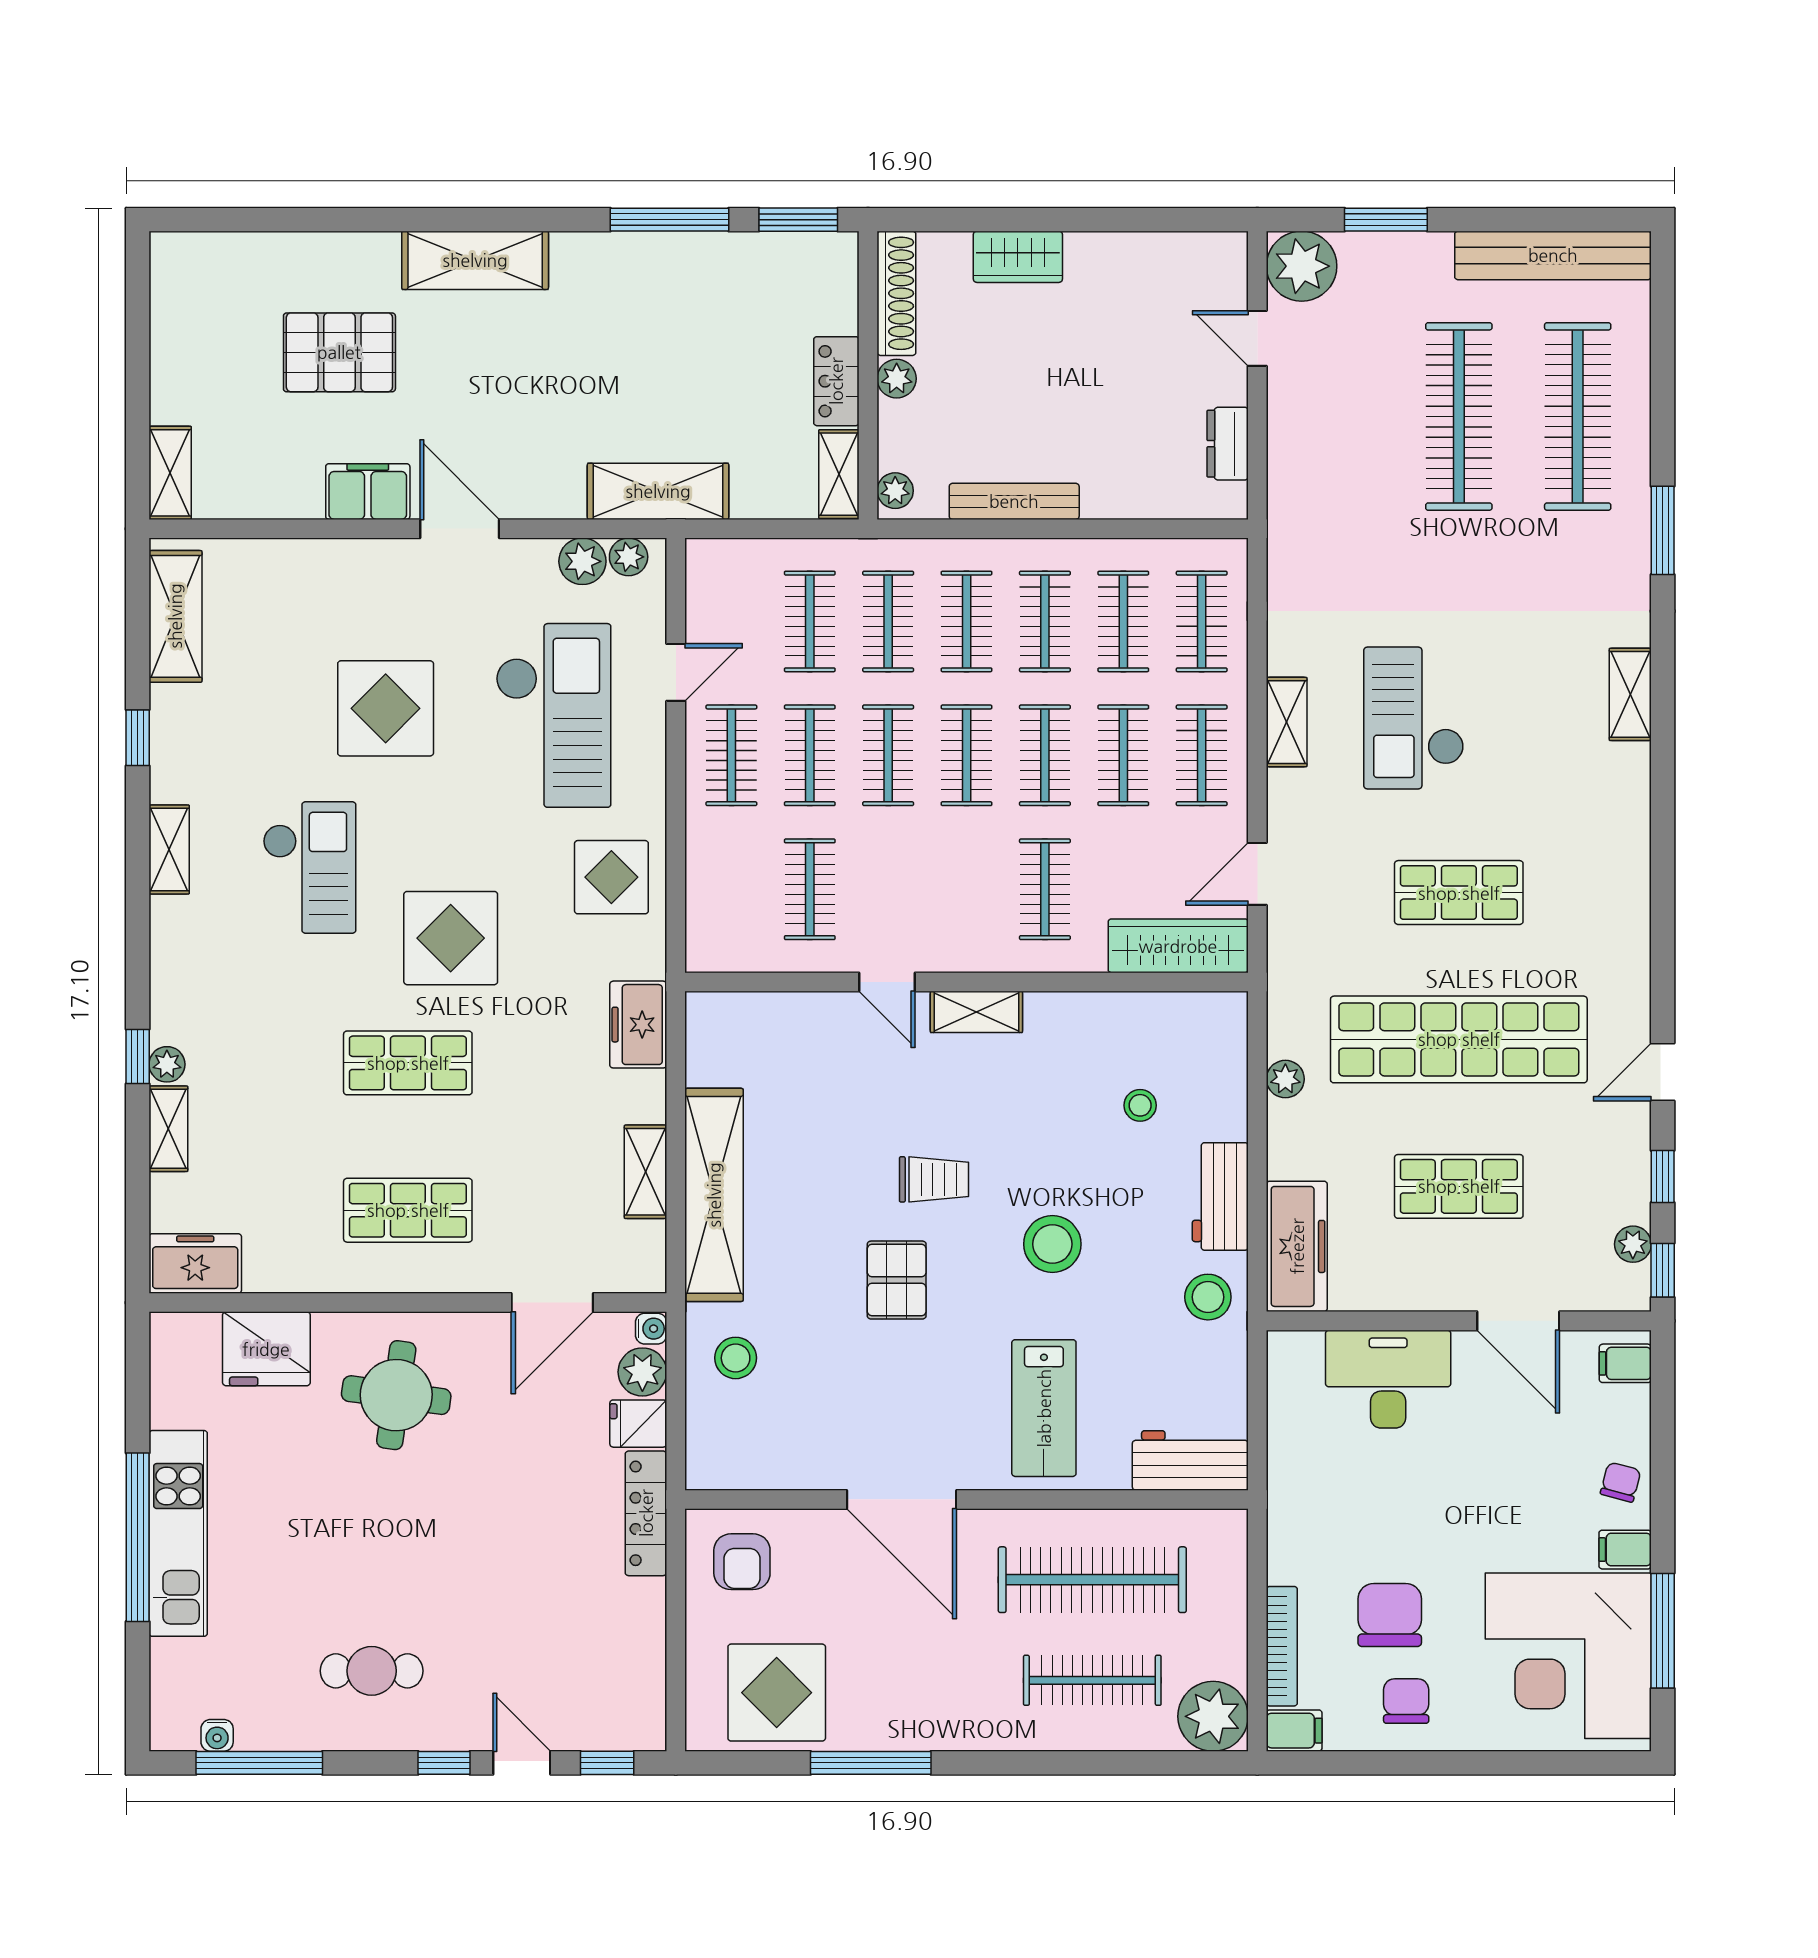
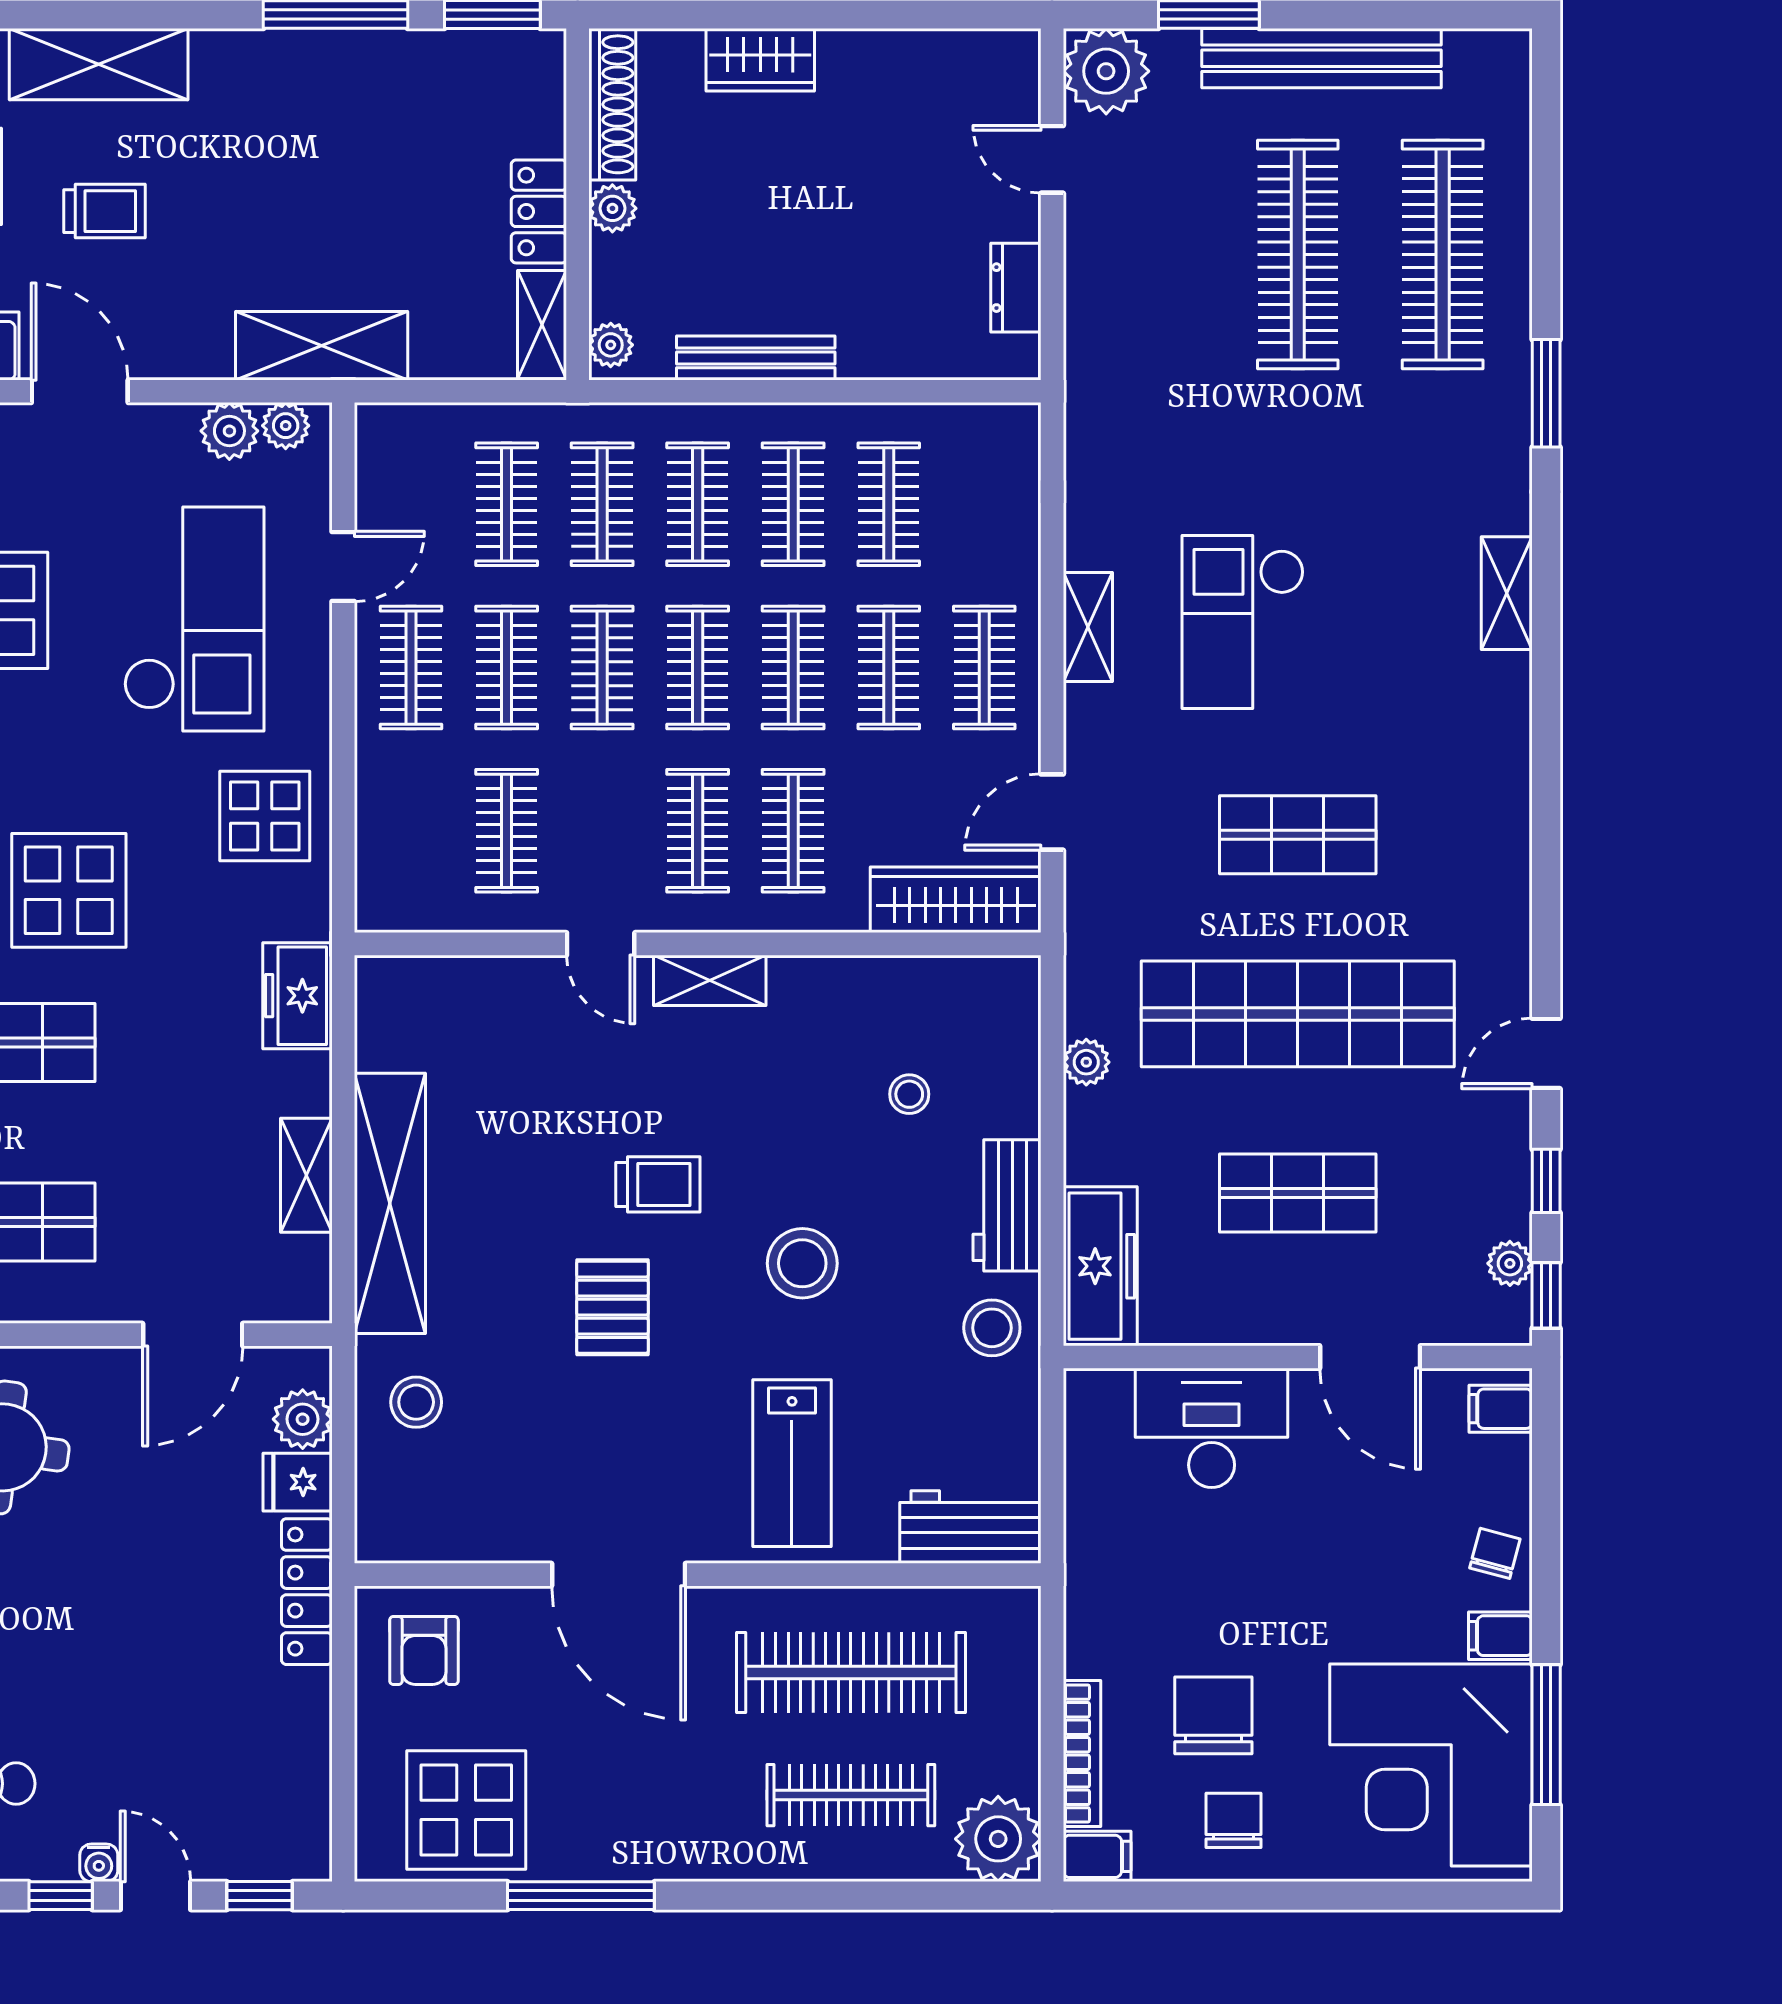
bench: (1553, 255) -> (1321, 58), moved
trolley: (480, 381) -> (105, 211), added
clothes rail: (1202, 621) -> (698, 831), moved
water cooler: (651, 1329) -> (99, 1863), moved, turned 90

